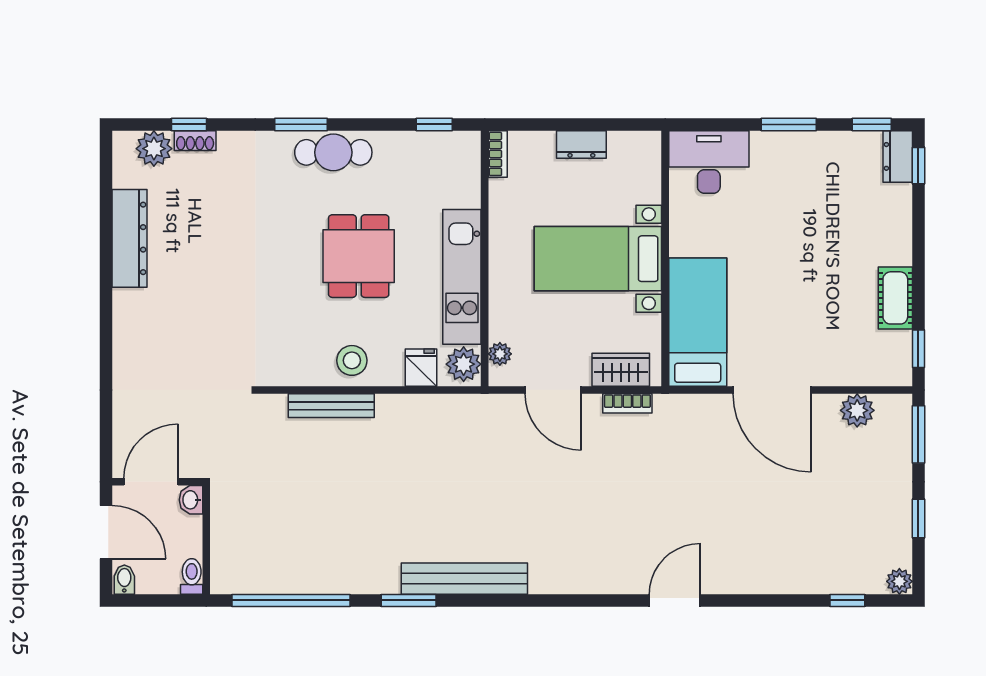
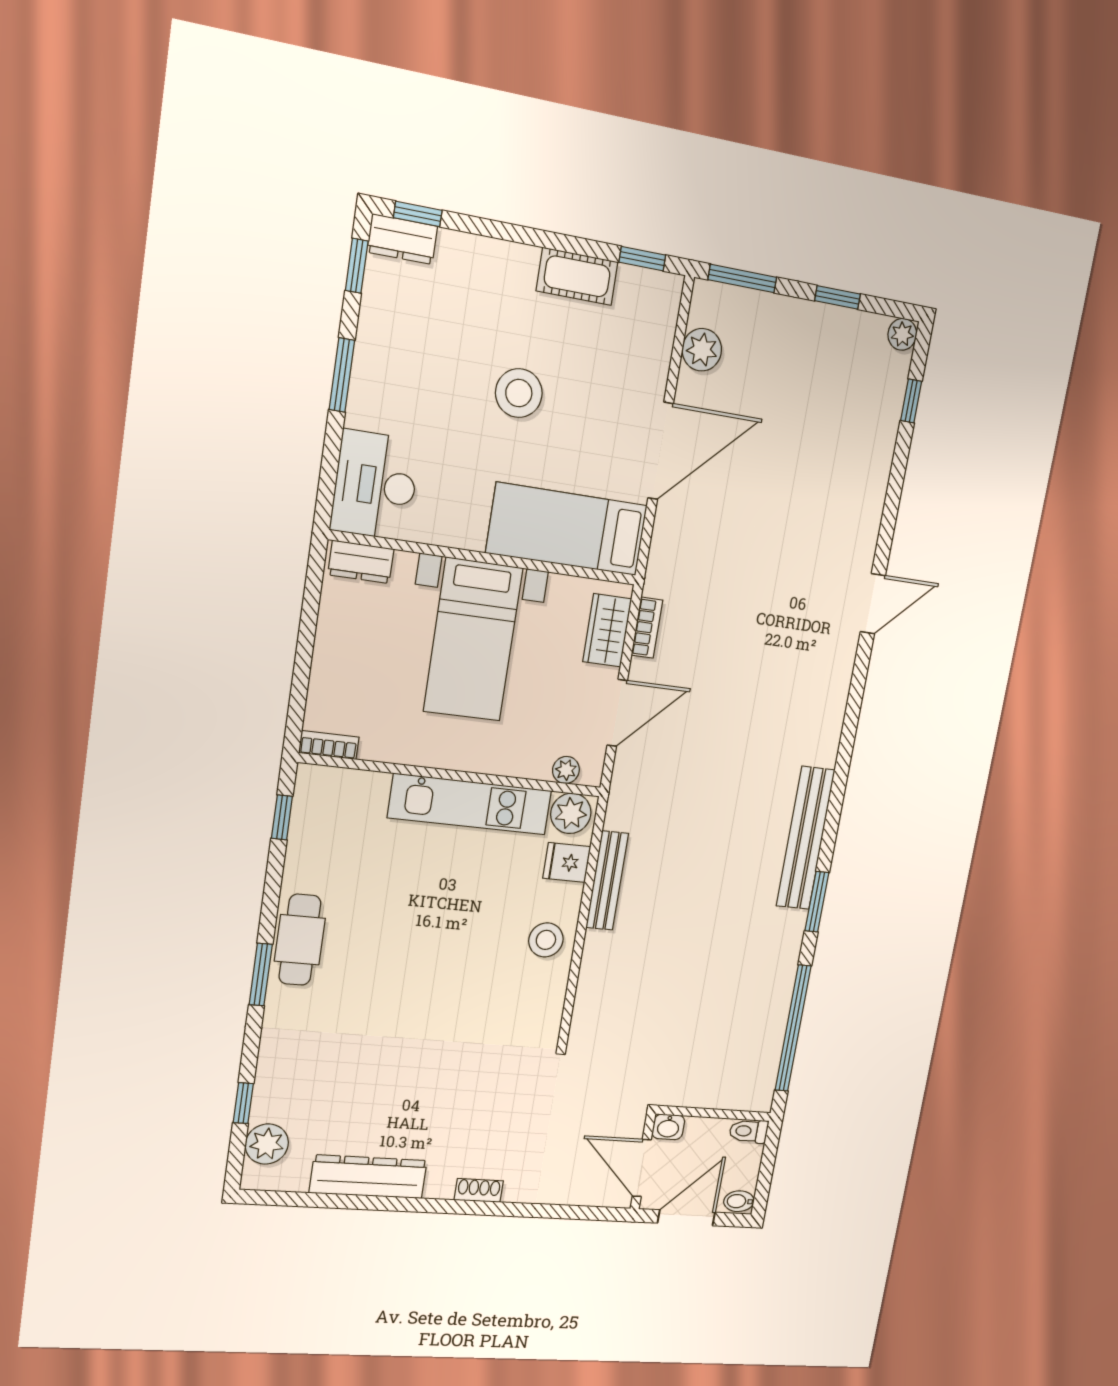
shoe rack: (195, 141) -> (479, 1190), moved, turned -90
dresser: (581, 144) -> (361, 562), moved, turned 90
dining table: (359, 256) -> (427, 921), removed
stool: (798, 265) -> (519, 393), added
bench: (331, 406) -> (607, 881), moved
door: (675, 600) -> (873, 604), swing flipped

